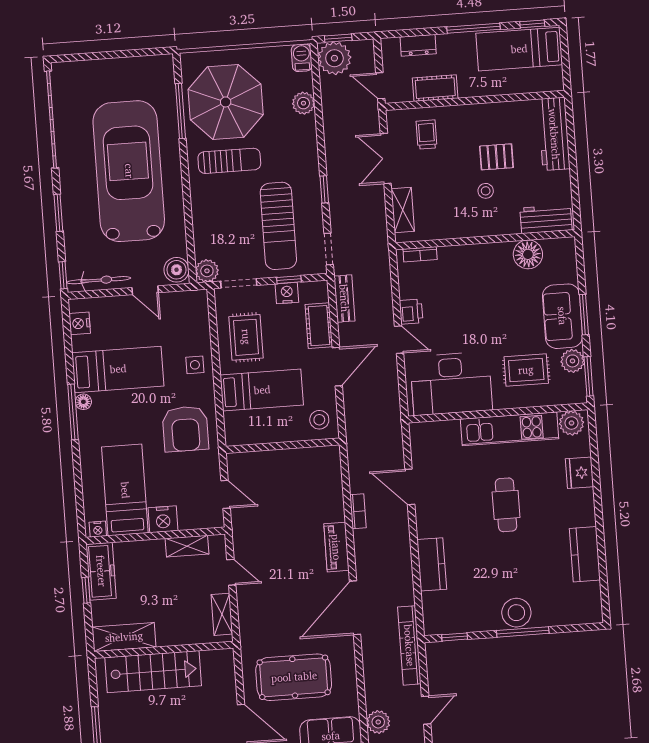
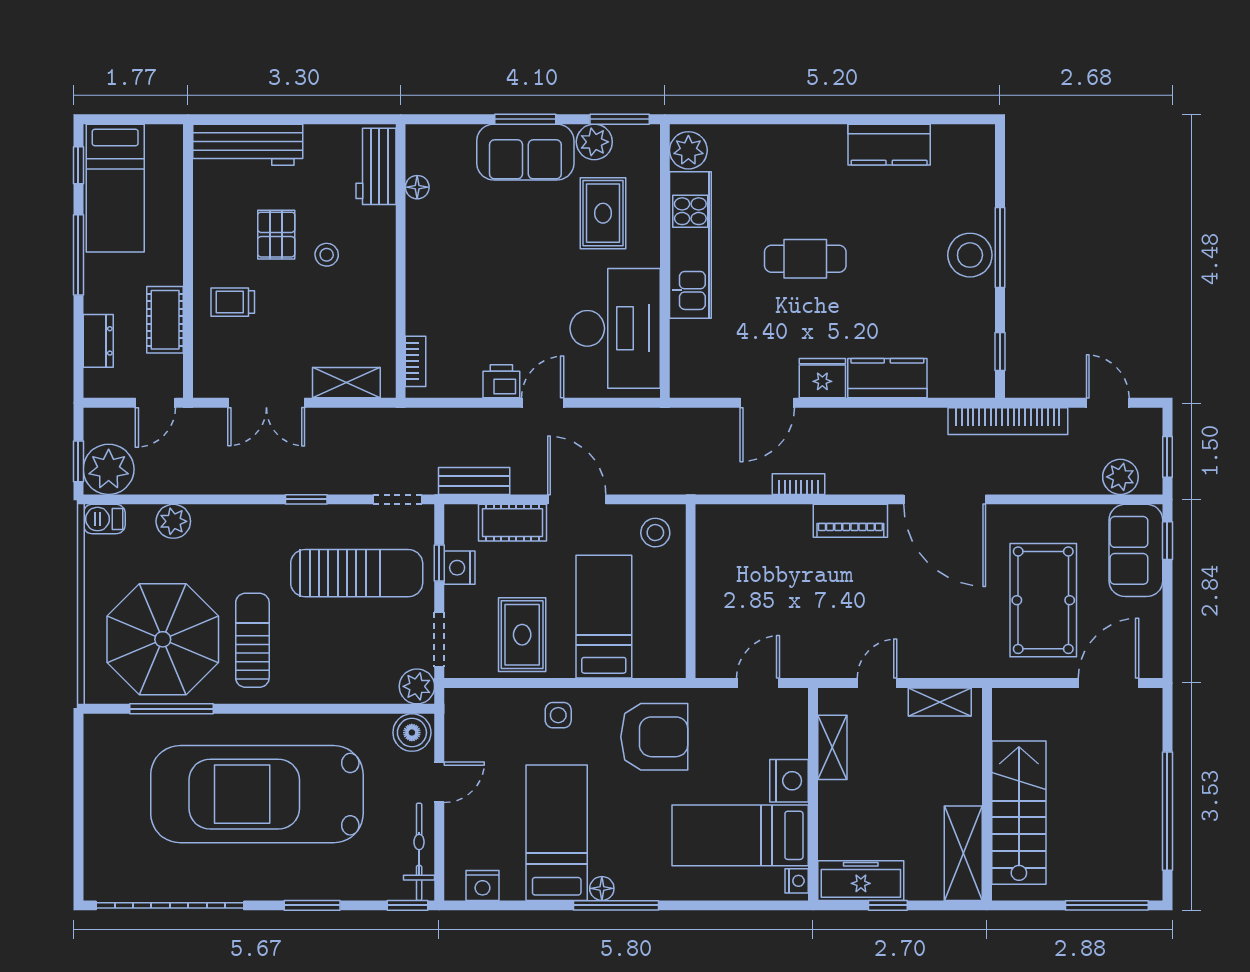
trolley: (427, 135) -> (233, 302), moved
floor lamp: (528, 254) -> (417, 187), width x0.53, depth x0.53
rug: (246, 337) -> (522, 635), turned 90
fridge: (579, 473) -> (822, 378), moved, turned 180

